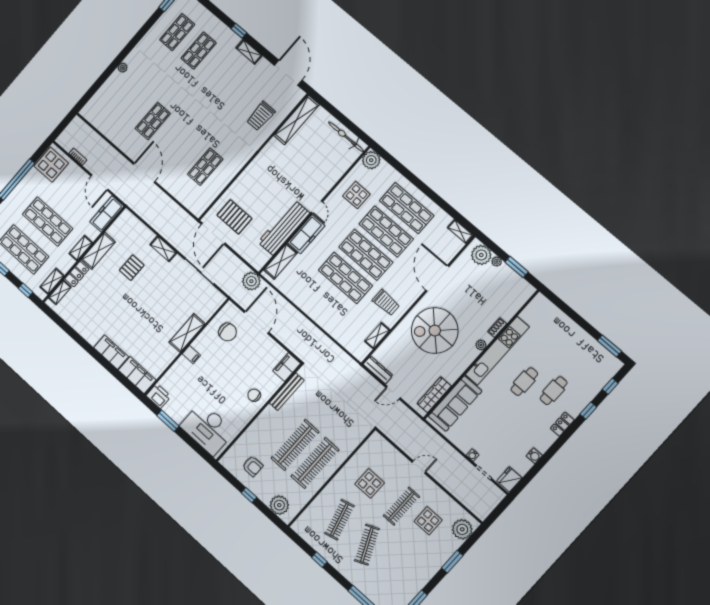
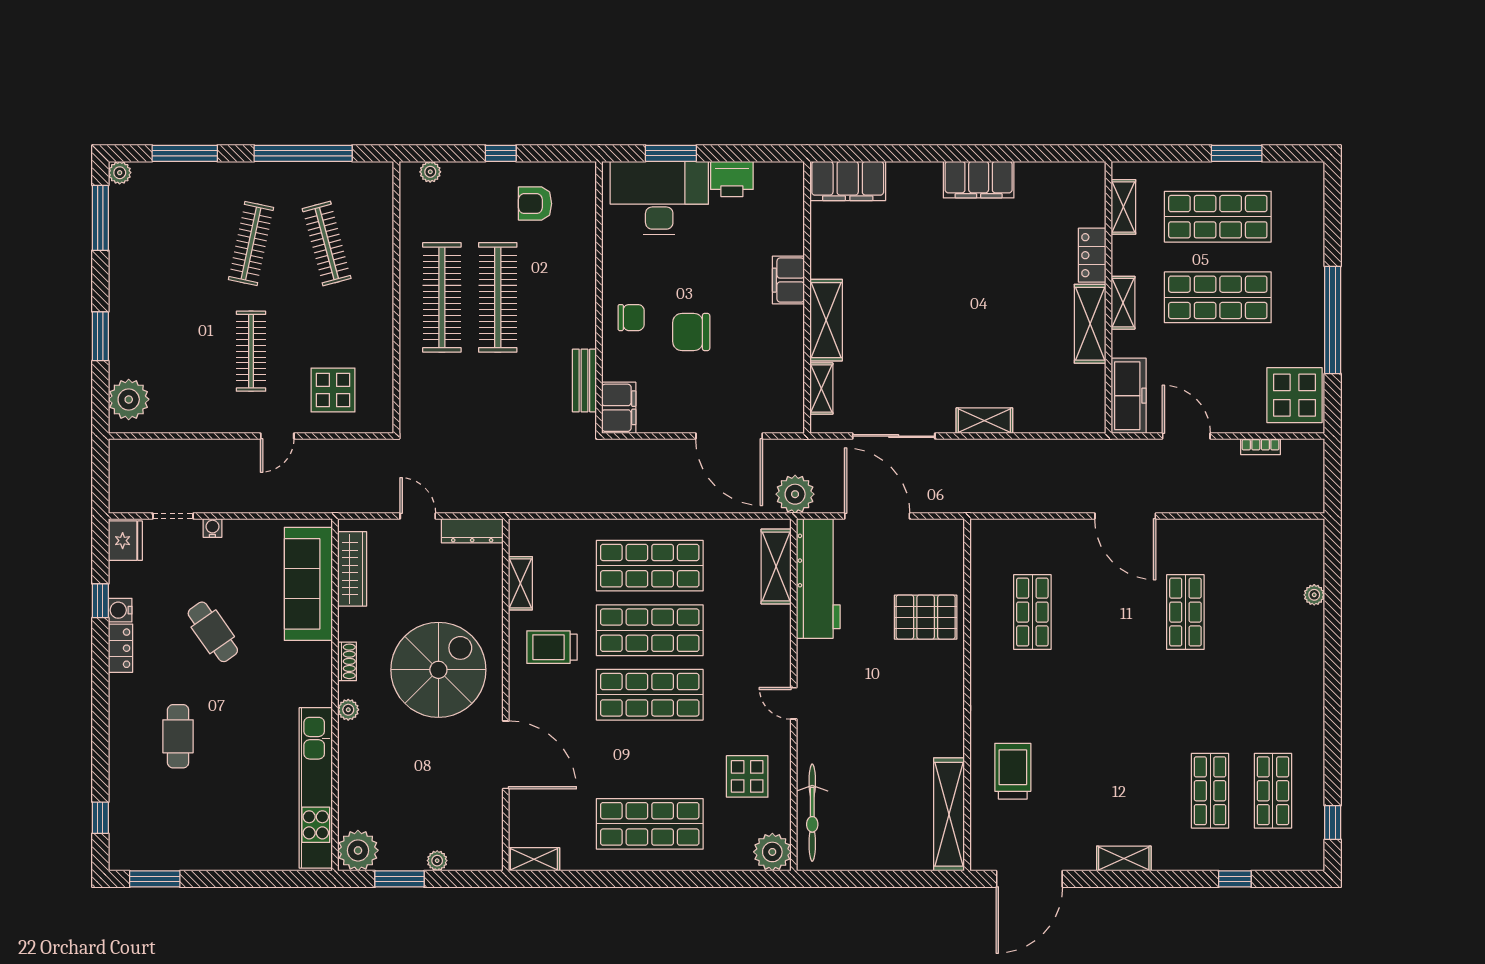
window: (239, 31) -> (1235, 879), moved
plant: (123, 68) -> (1314, 595), moved
door: (288, 73) -> (1029, 879), hinge flipped
bicycle: (346, 137) -> (812, 813), moved, turned 90
pallet: (234, 217) -> (926, 617), moved
workbench: (284, 228) -> (818, 578), moved
shop shelf: (386, 232) -> (650, 566), moved
door: (213, 234) -> (877, 516), moved
freezer: (306, 234) -> (773, 645), removed
plant: (481, 255) -> (358, 850), moved
pallet: (132, 268) -> (1010, 345), removed
window: (25, 290) -> (1155, 153), removed
shelving: (60, 292) -> (821, 389), moved
shoe rack: (497, 328) -> (347, 661), moved
chair: (228, 332) -> (691, 332), moved
kitchen unit: (497, 351) -> (316, 788), moved
filing cabinet: (111, 352) -> (979, 180), moved
filing cabinet: (191, 355) -> (788, 280), width x2.00
cafe table: (524, 382) -> (213, 632), moved, turned -35
bench: (287, 392) -> (584, 381), width x0.73
door: (393, 393) -> (418, 516), hinge flipped
printer: (159, 396) -> (732, 179), moved
window: (588, 411) -> (100, 601), moved
window: (168, 421) -> (671, 153), moved
locker: (562, 424) -> (120, 648), moved
display table: (370, 483) -> (333, 390), moved
plant: (279, 505) -> (430, 172), width x0.53, depth x0.53
display table: (428, 521) -> (191, 366), removed
clothes rail: (367, 545) -> (251, 244), turned 36
window: (319, 560) -> (303, 153), width x3.17

